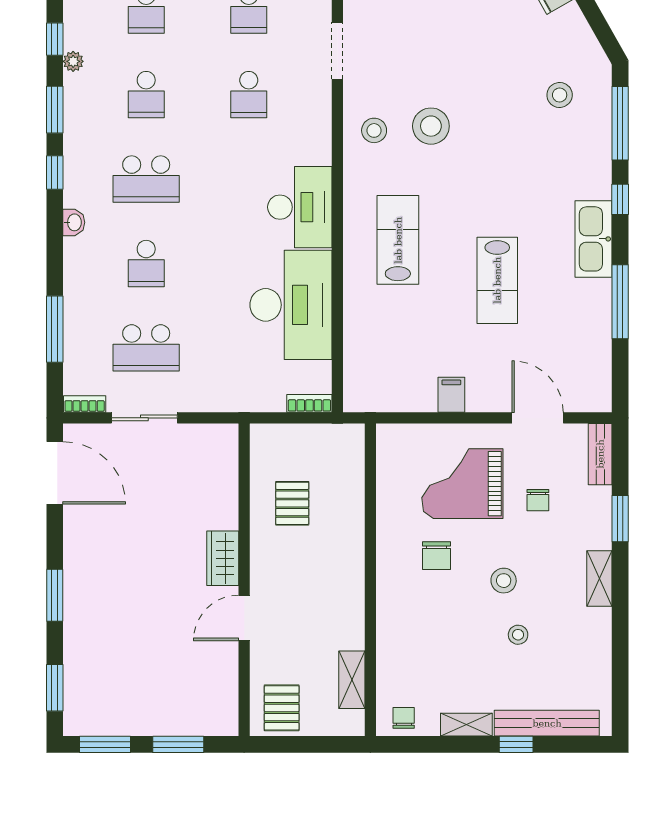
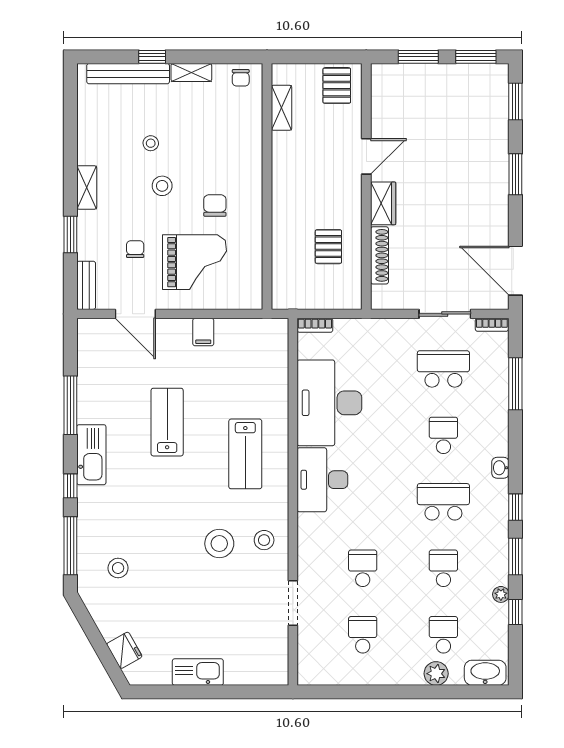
shoe rack: (227, 492) -> (380, 255), added

